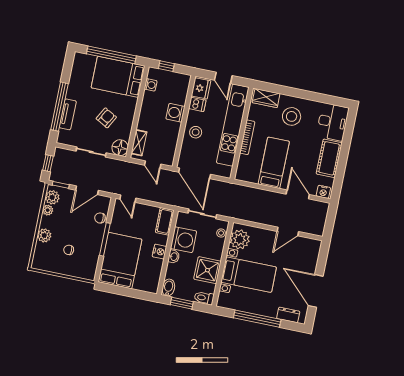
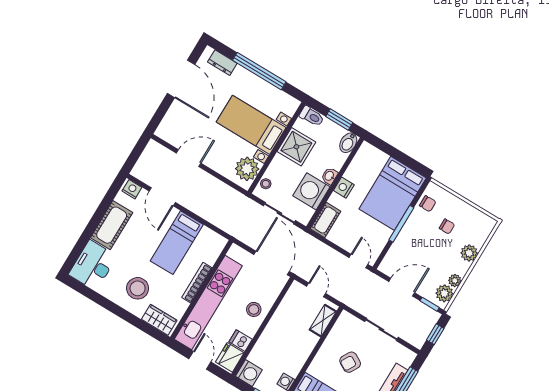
washing machine: (175, 113) -> (249, 373), moved
floor lamp: (120, 148) -> (347, 322), removed
chair: (100, 218) -> (428, 204), moved

